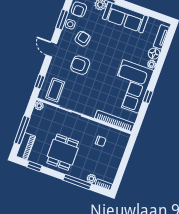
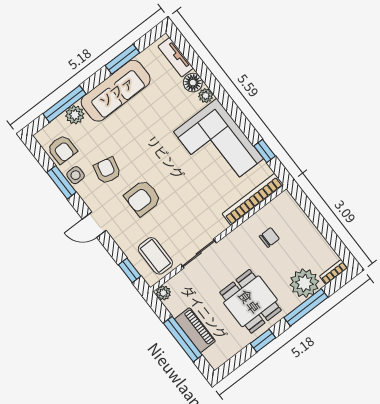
window: (143, 11) -> (122, 59), added
window: (148, 97) -> (265, 151), moved
piano: (26, 146) -> (195, 330), moved
window: (34, 166) -> (263, 341), moved
plant: (91, 179) -> (304, 283), width x1.88, depth x1.88

